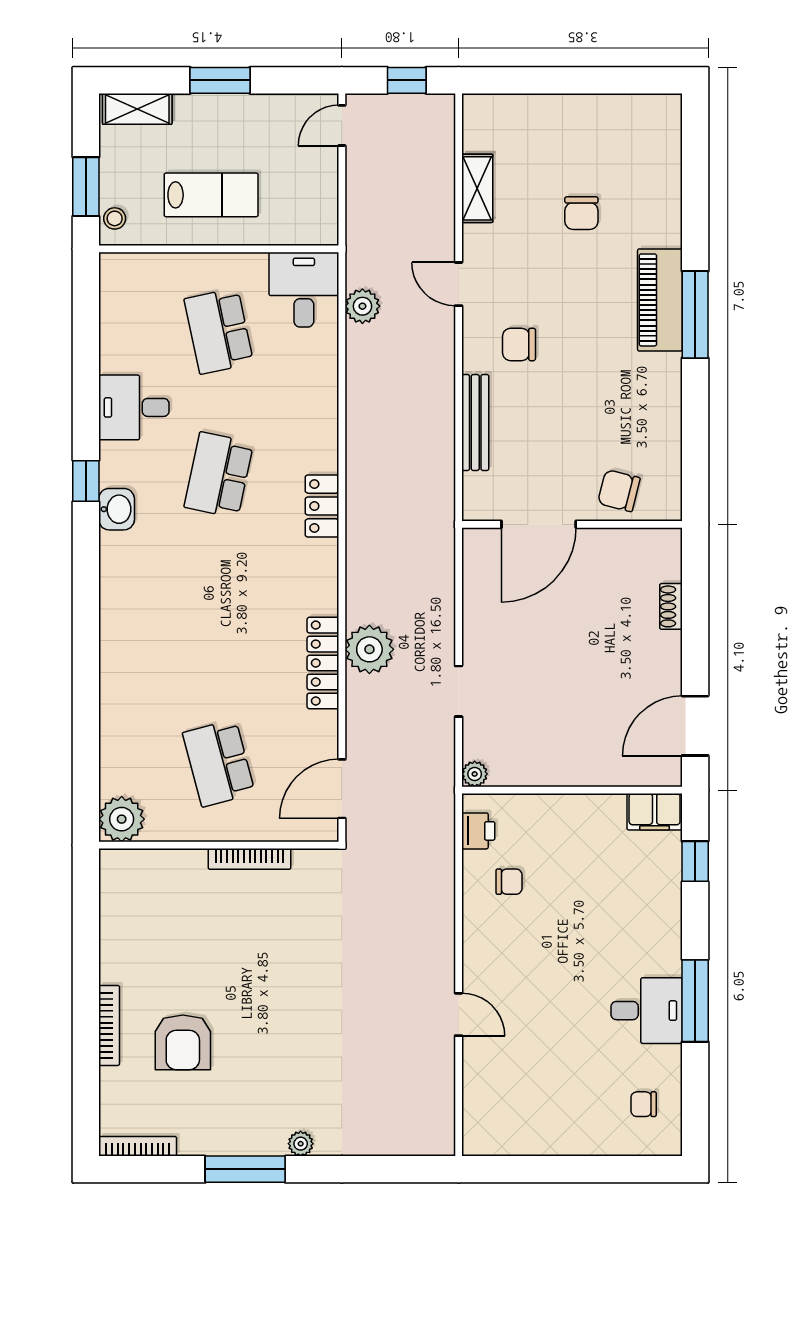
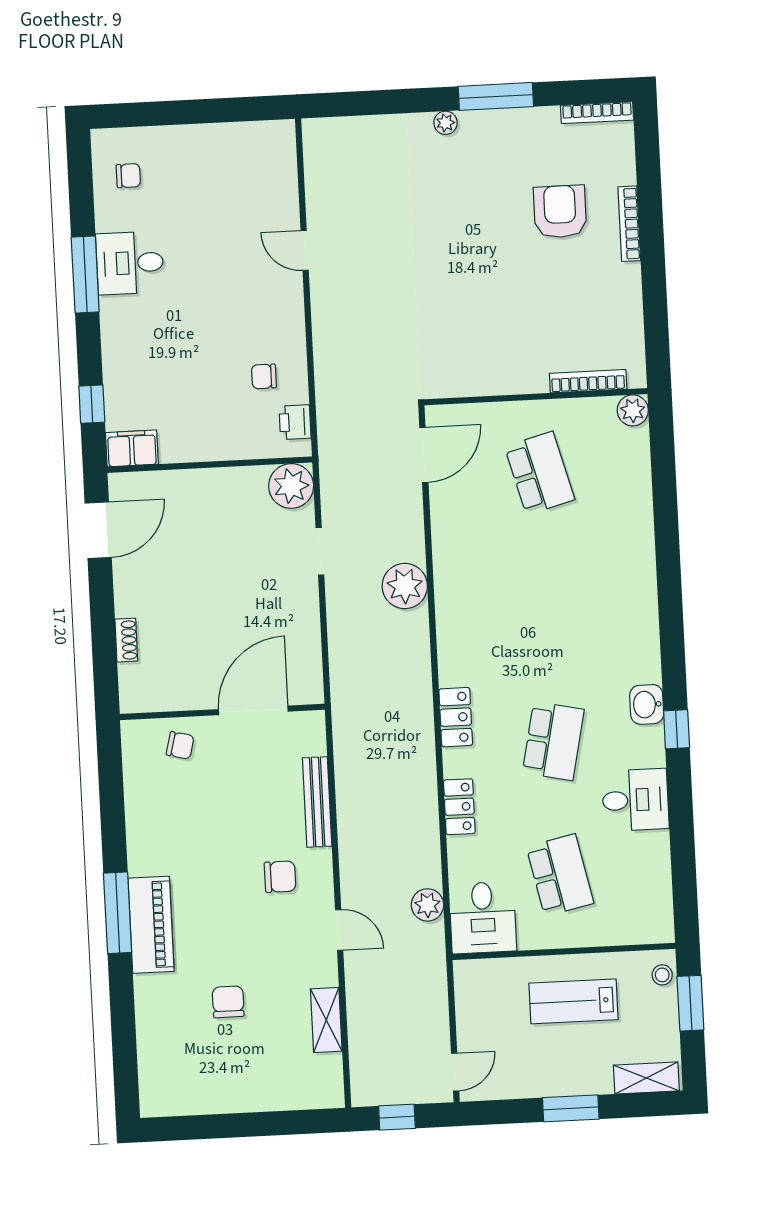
chair: (619, 491) -> (180, 745), width x0.73, depth x0.73
locker: (323, 663) -> (459, 807), moved, width x0.66
plant: (475, 774) -> (291, 486), width x1.88, depth x1.88
plant: (122, 819) -> (633, 410), width x0.73, depth x0.73
bookcase: (250, 859) -> (588, 381), moved

